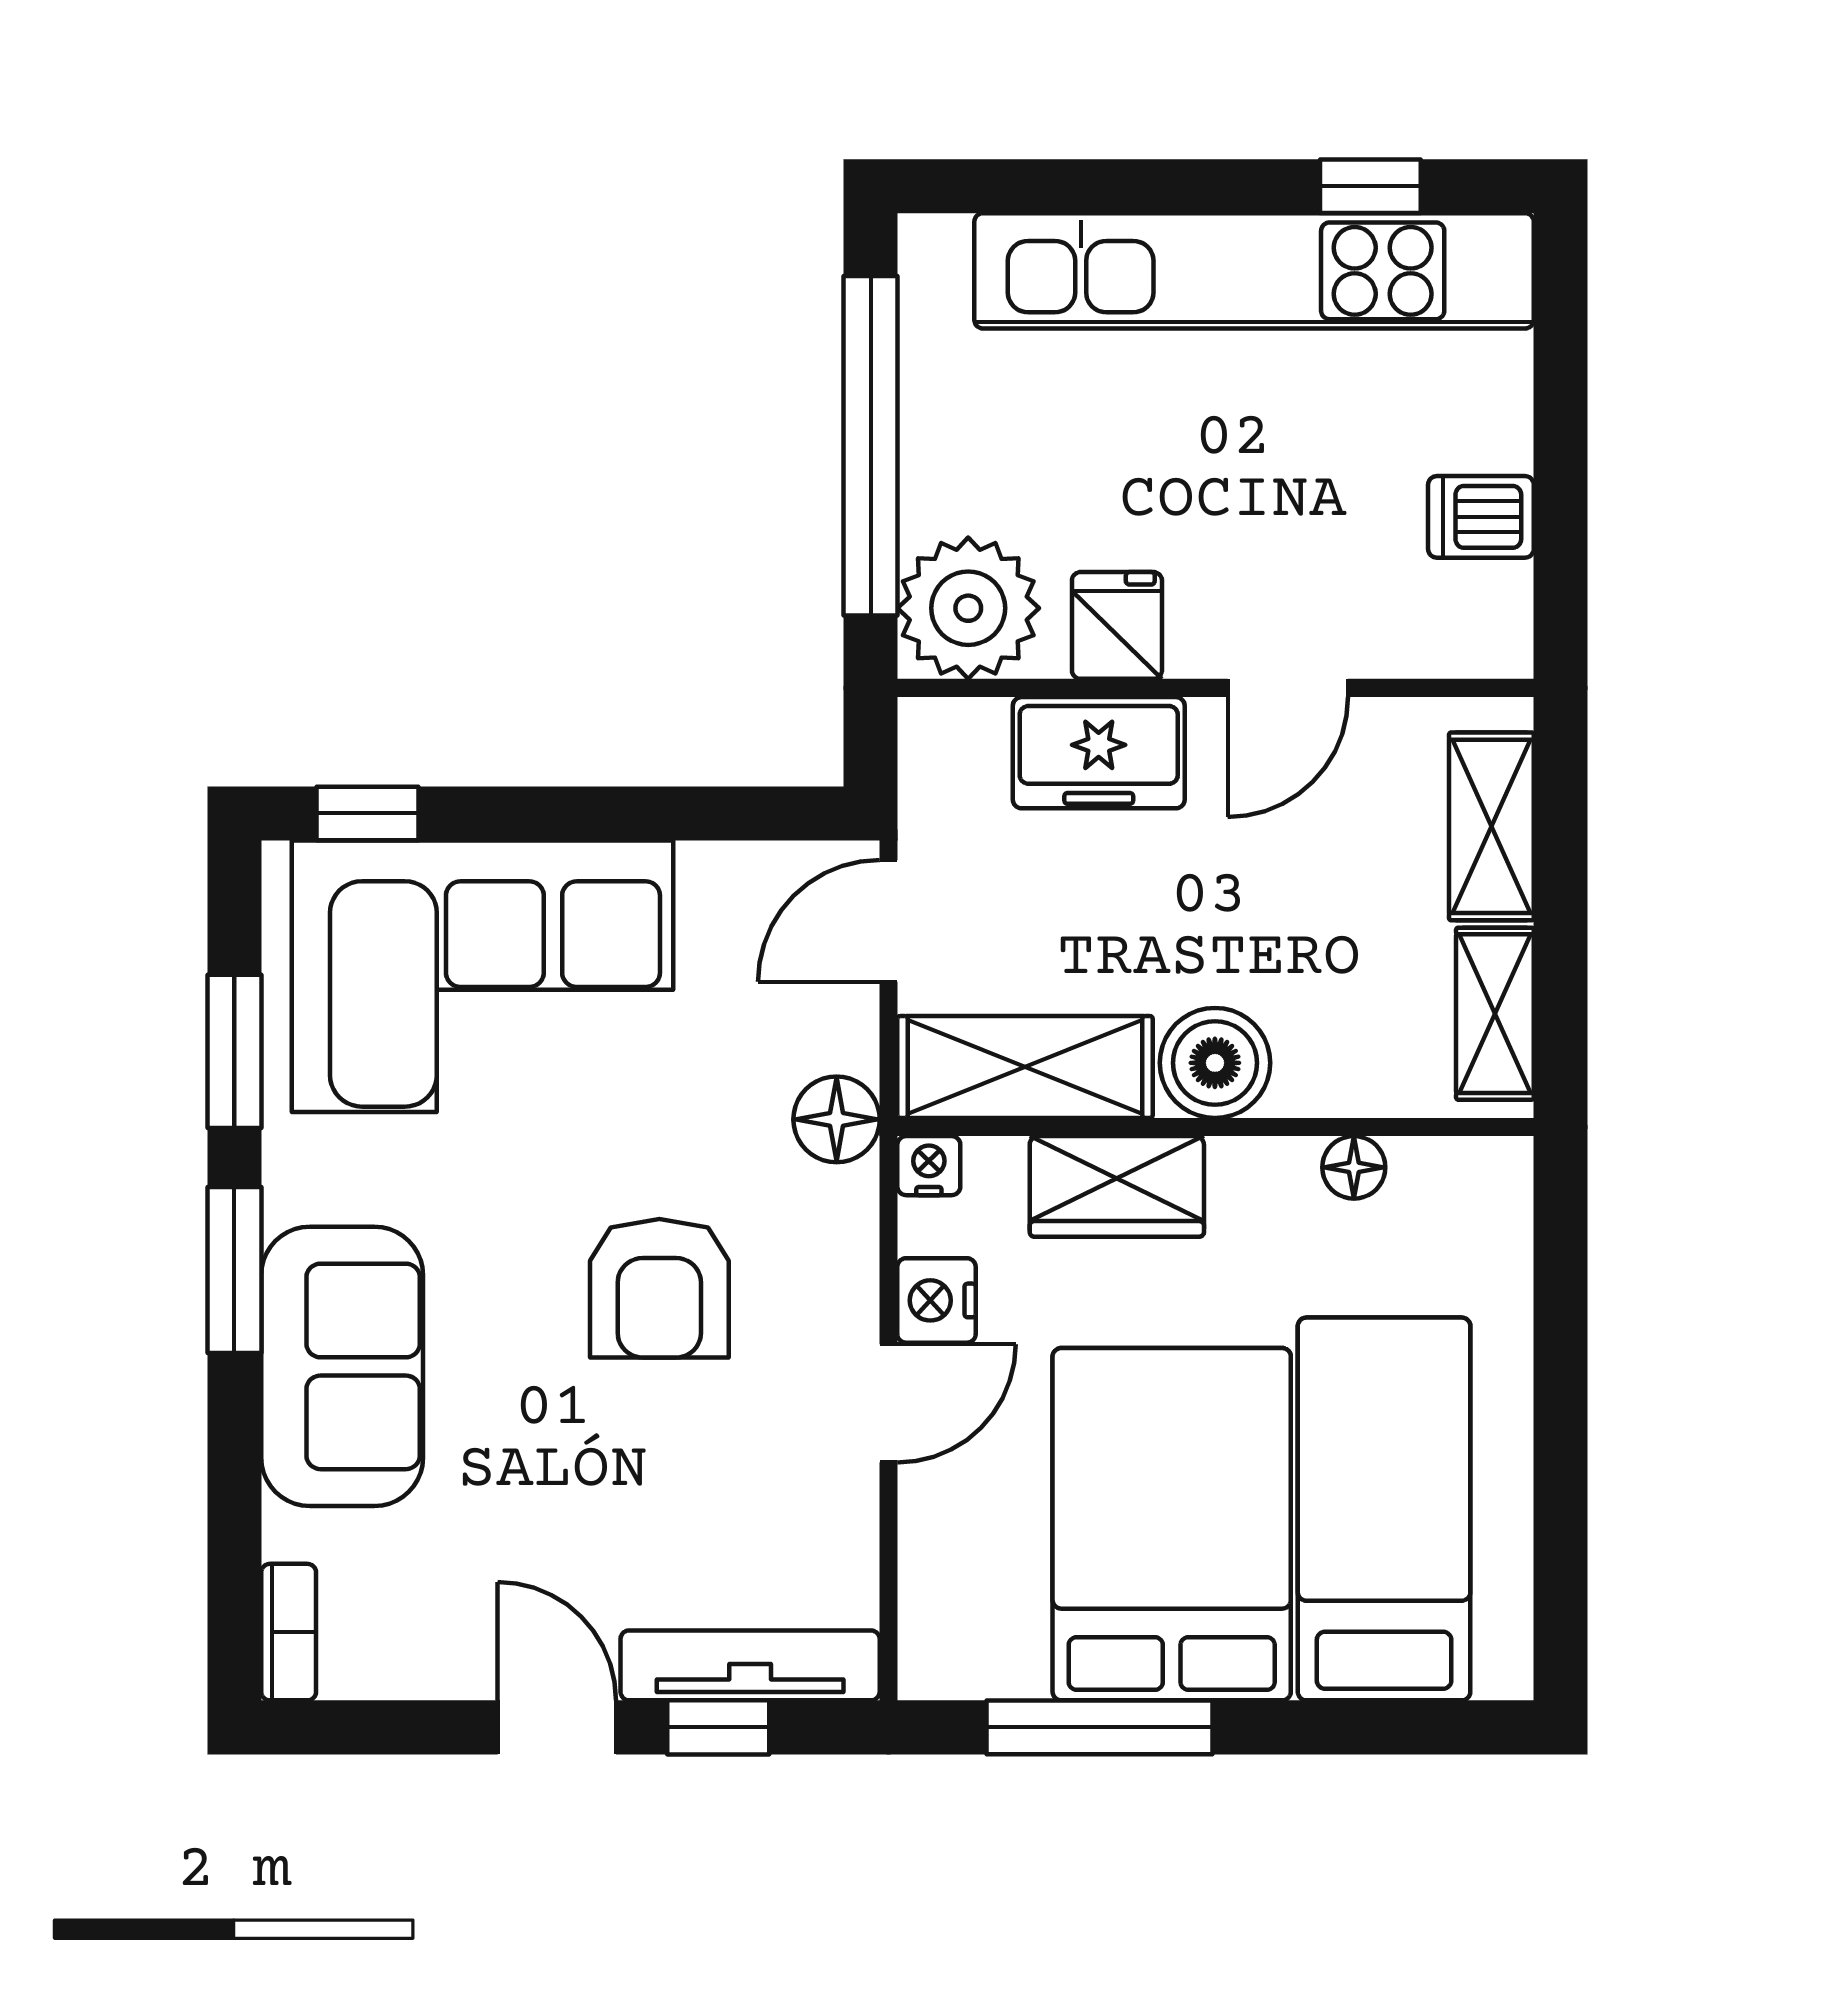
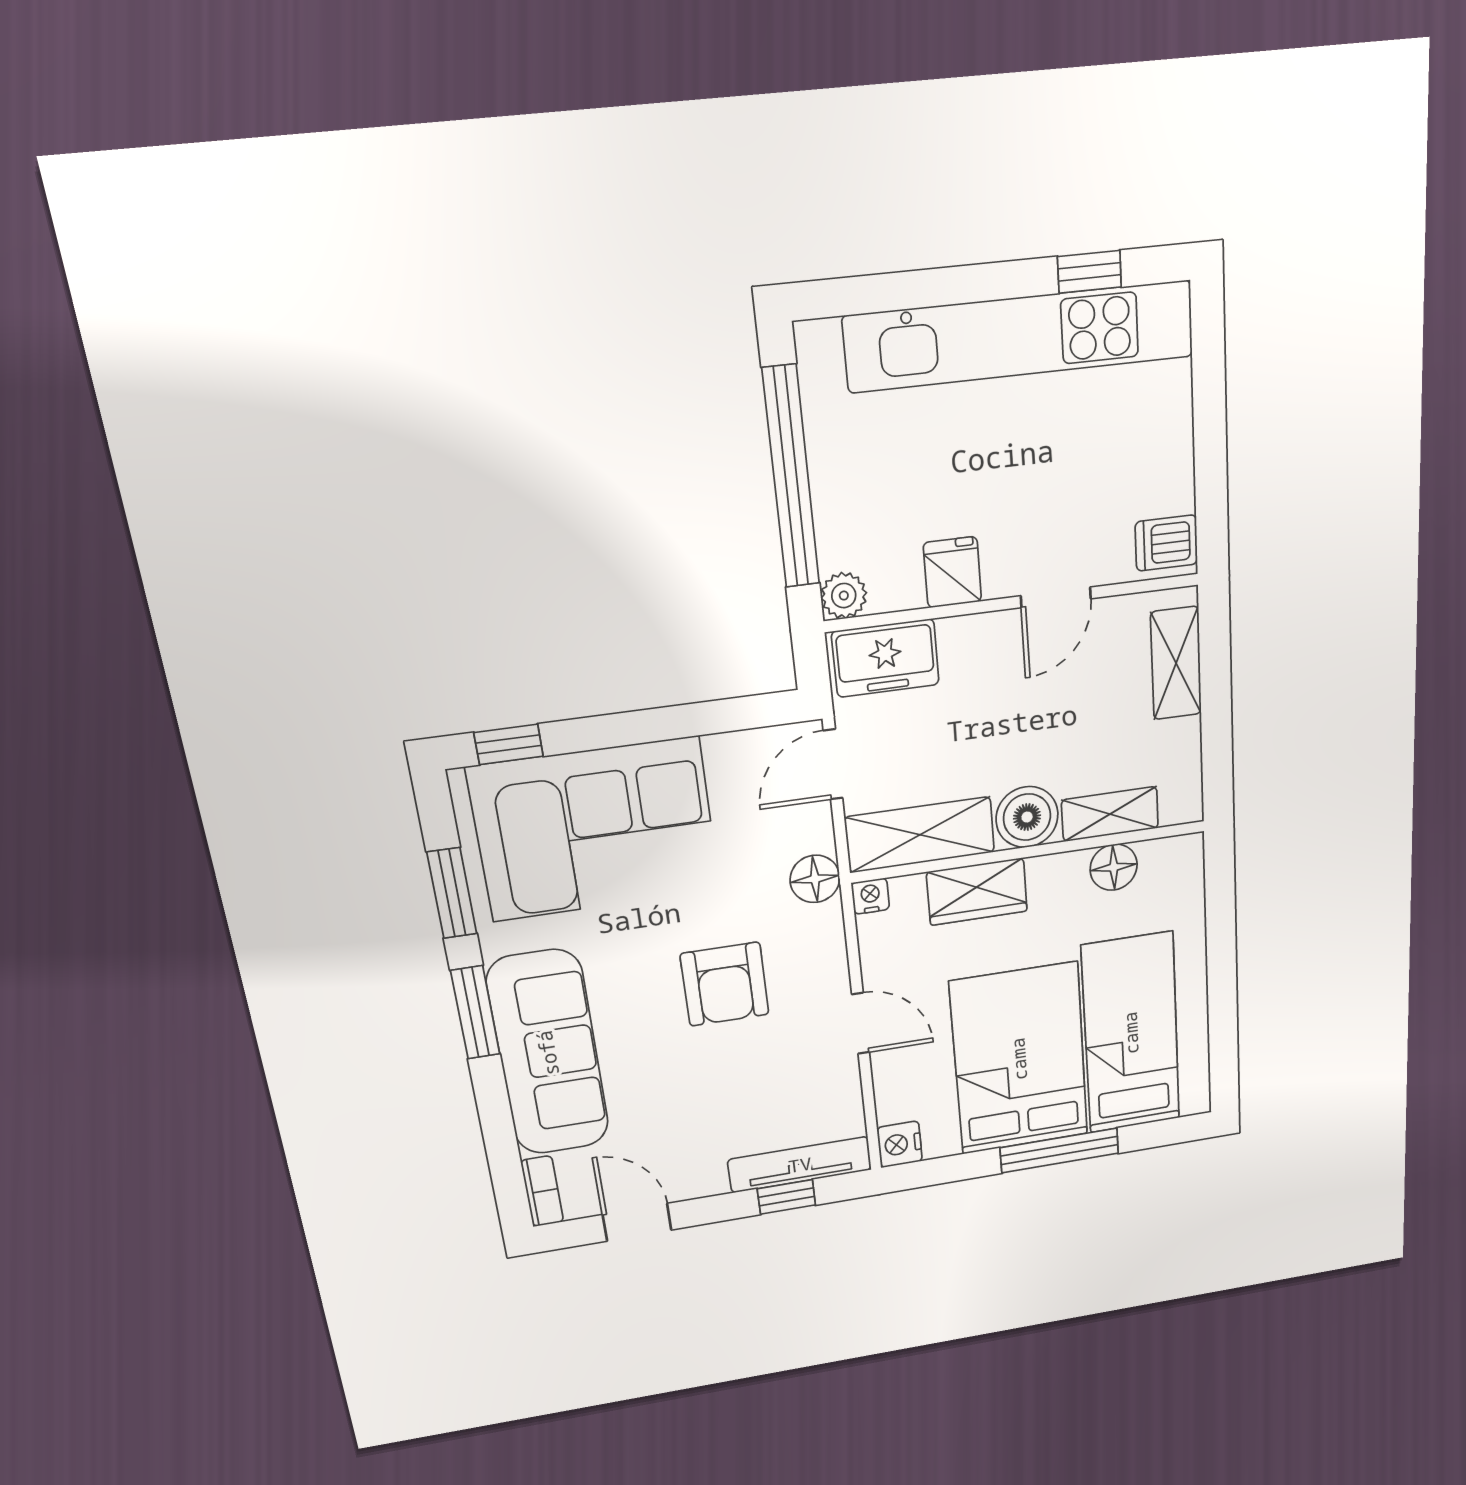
dishwasher: (1481, 517) -> (1166, 543), moved
plant: (968, 608) -> (844, 596), width x0.53, depth x0.53
freezer: (1099, 753) -> (885, 658), moved
shelving: (1495, 1014) -> (1110, 814), moved, turned 90
floor lamp: (1354, 1167) -> (1114, 867), width x1.37, depth x1.37
nightstand: (936, 1300) -> (900, 1144), moved
sofa: (342, 1366) -> (548, 1053), width x1.36
door: (889, 1403) -> (861, 1023), hinge flipped
door: (557, 1727) -> (637, 1222), moved
window: (1100, 1727) -> (1059, 1150), moved

